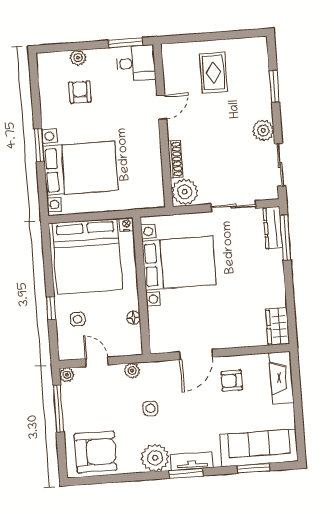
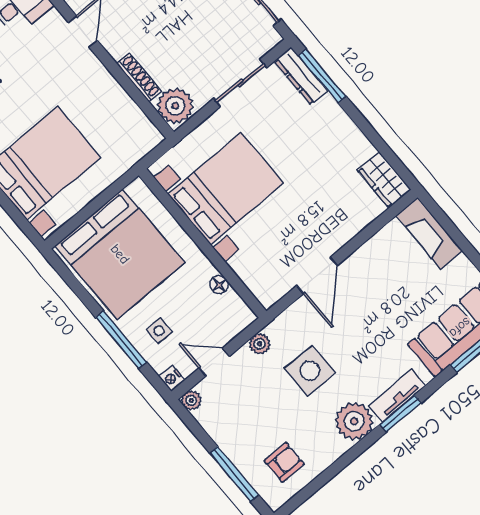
nightstand: (126, 224) -> (172, 378), moved, turned -90
window: (51, 308) -> (121, 340), width x2.17
armchair: (232, 381) -> (377, 276), removed
window: (58, 408) -> (234, 474), moved
side table: (150, 408) -> (310, 371), width x1.87, depth x1.87
armchair: (95, 452) -> (284, 462), width x0.53, depth x0.53

